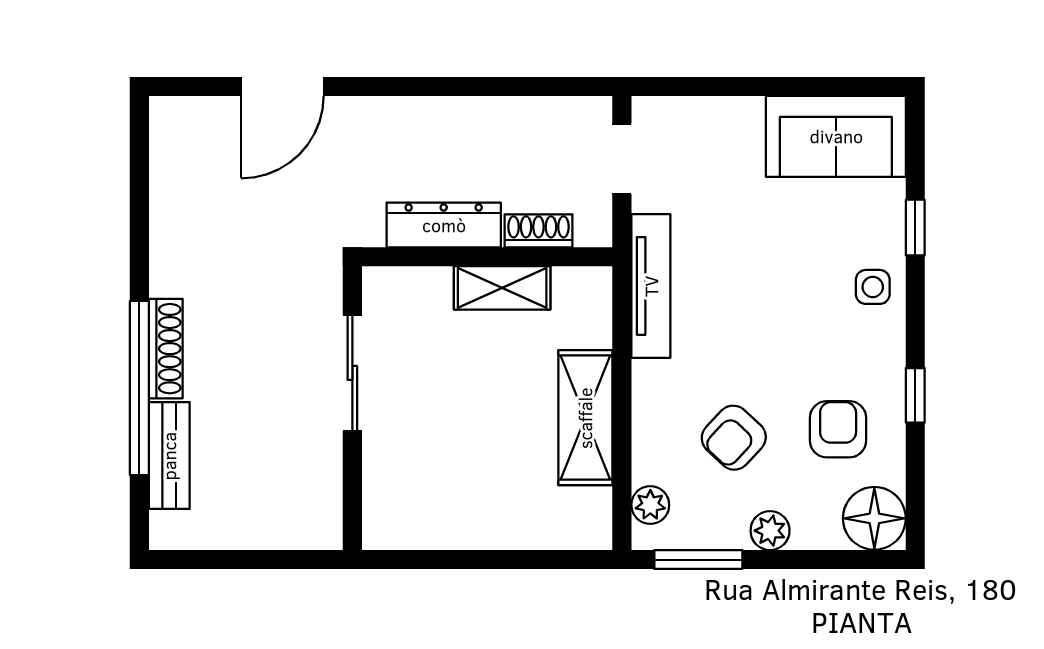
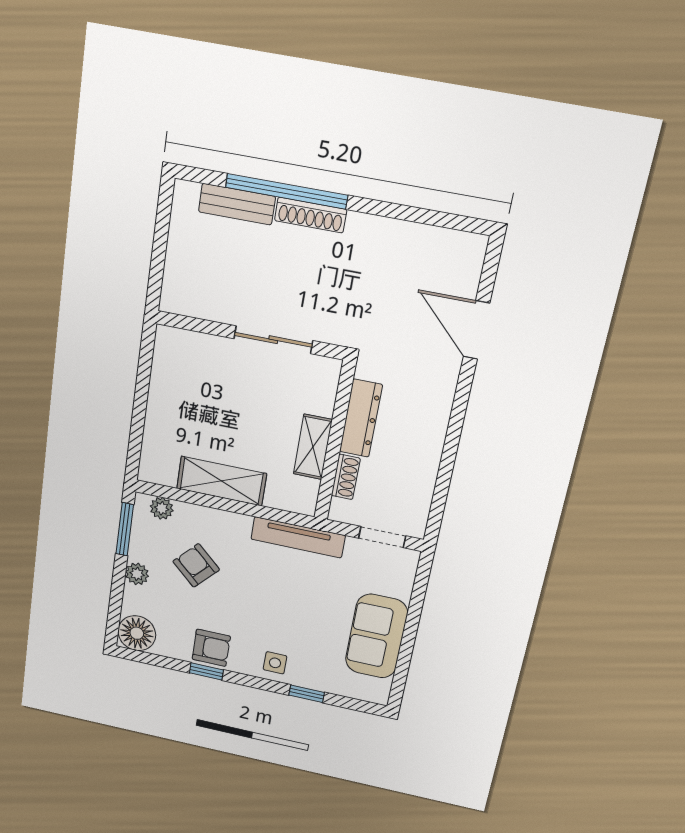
sofa: (836, 136) -> (376, 636), moved
armchair: (838, 429) -> (211, 648), moved

